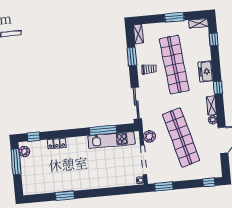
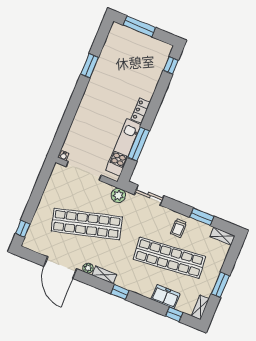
freezer: (206, 72) -> (165, 297), moved
sliding door: (136, 103) -> (149, 195), width x0.73
plant: (149, 136) -> (118, 195), moved
locker: (57, 143) -> (141, 111), moved
plant: (24, 152) -> (160, 47), removed
window: (16, 162) -> (139, 26), moved
window: (164, 186) -> (44, 178), removed

